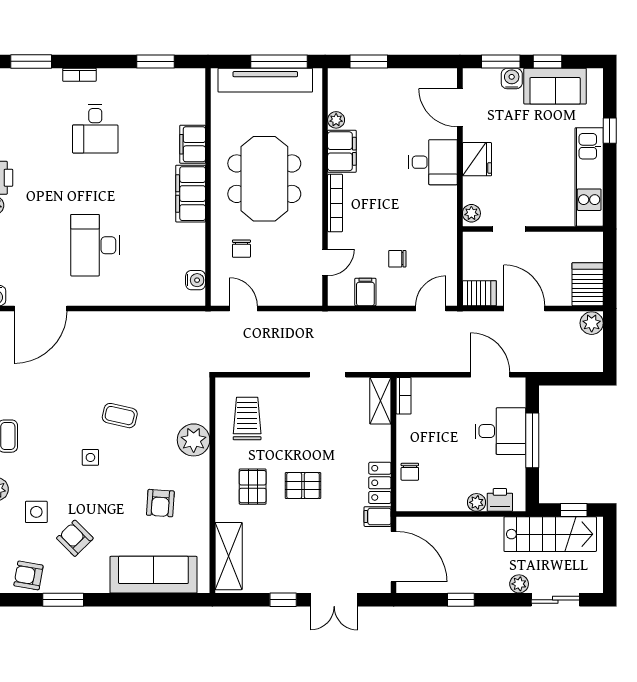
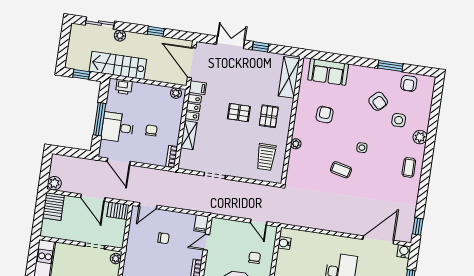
filing cabinet: (365, 292) -> (201, 224), moved
shelving: (380, 401) -> (189, 135), moved
plant: (194, 440) -> (296, 144), width x0.53, depth x0.53
chair: (410, 472) -> (151, 130), moved
plant: (477, 502) -> (176, 93), moved
stairs: (550, 534) -> (118, 65), moved
armchair: (28, 575) -> (409, 83), turned 80
sofa: (153, 575) -> (328, 72), width x0.73

